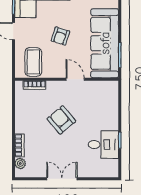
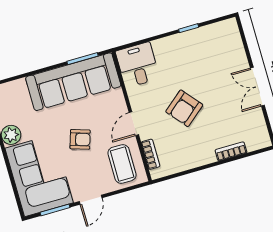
coffee table: (33, 62) -> (122, 164), turned 90
door: (75, 79) -> (134, 124), moved
desk: (103, 145) -> (138, 65), moved
plant: (20, 163) -> (253, 144), removed

